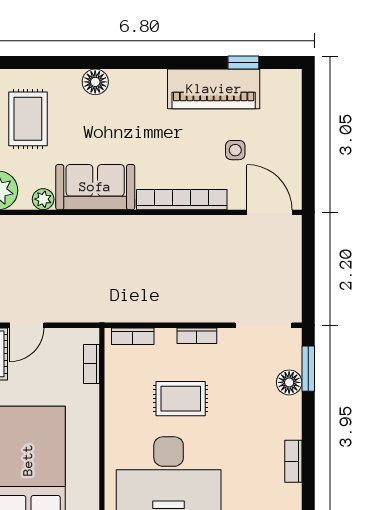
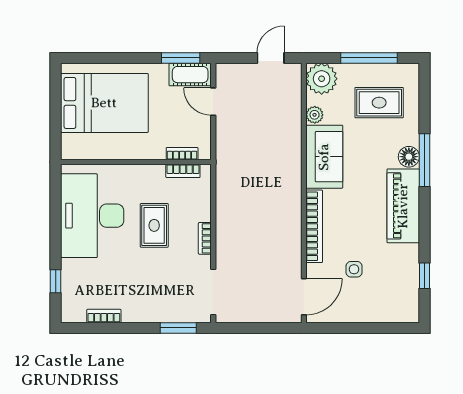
window: (100, 62) -> (424, 160), added
piano: (214, 89) -> (403, 206), moved
bookcase: (133, 336) -> (183, 171), moved, turned -90
floor lamp: (289, 382) -> (167, 313), removed

